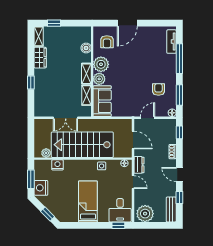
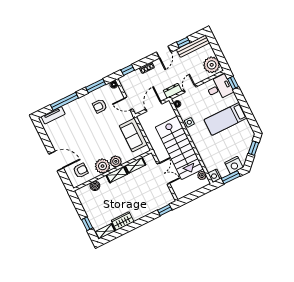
window: (31, 83) -> (165, 210), moved
sofa: (102, 101) -> (133, 135), moved, turned -90
nightstand: (57, 165) -> (215, 176), moved
bench: (171, 209) -> (193, 46), width x1.36

